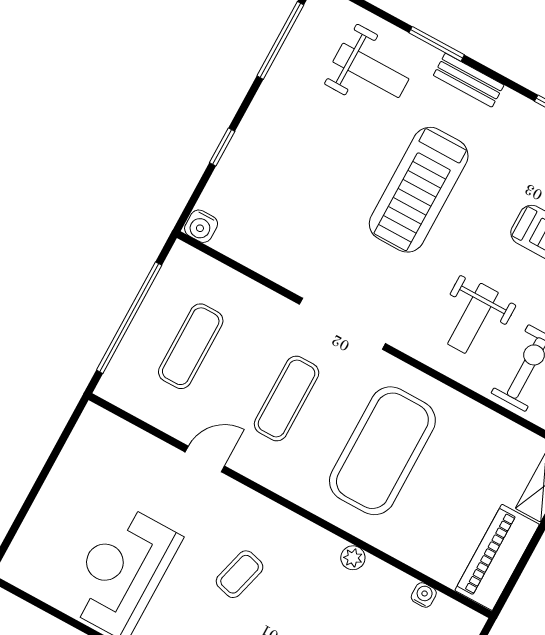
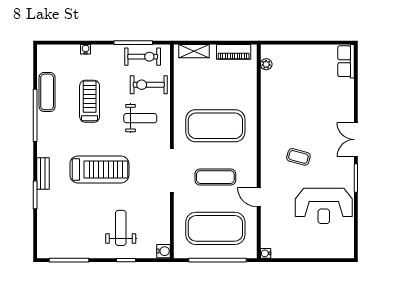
weight bench: (371, 70) -> (121, 228), moved
exercise mat: (191, 346) -> (215, 228), width x2.00, depth x1.45
piano: (497, 557) -> (234, 52), width x0.73, depth x0.75
plant: (353, 558) -> (266, 64), moved
water cooler: (424, 595) -> (266, 253), moved

